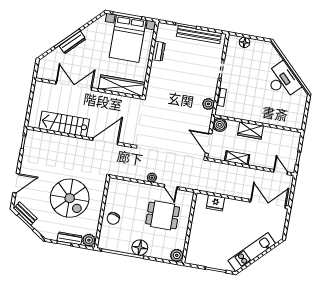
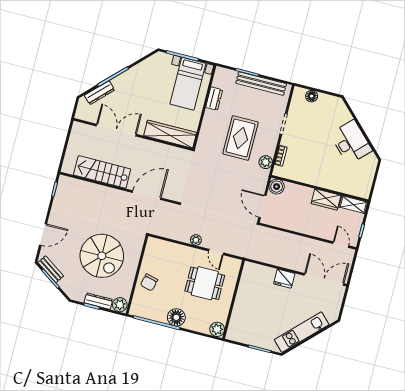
bed with nightstands: (128, 39) -> (188, 84), width x0.73
dresser: (72, 42) -> (99, 93), moved
rug: (184, 84) -> (240, 138), added
wardrobe: (250, 130) -> (326, 199), moved
shelving: (237, 158) -> (353, 205), moved
fridge: (215, 203) -> (284, 279), moved

